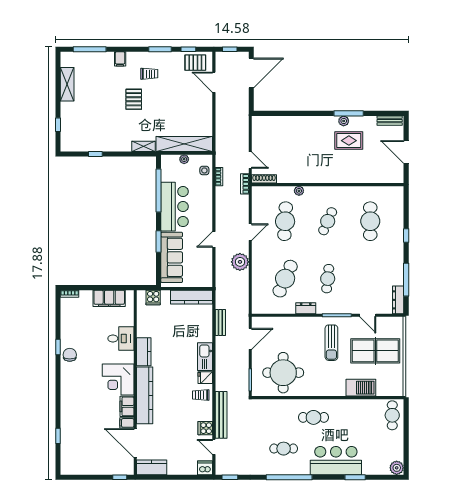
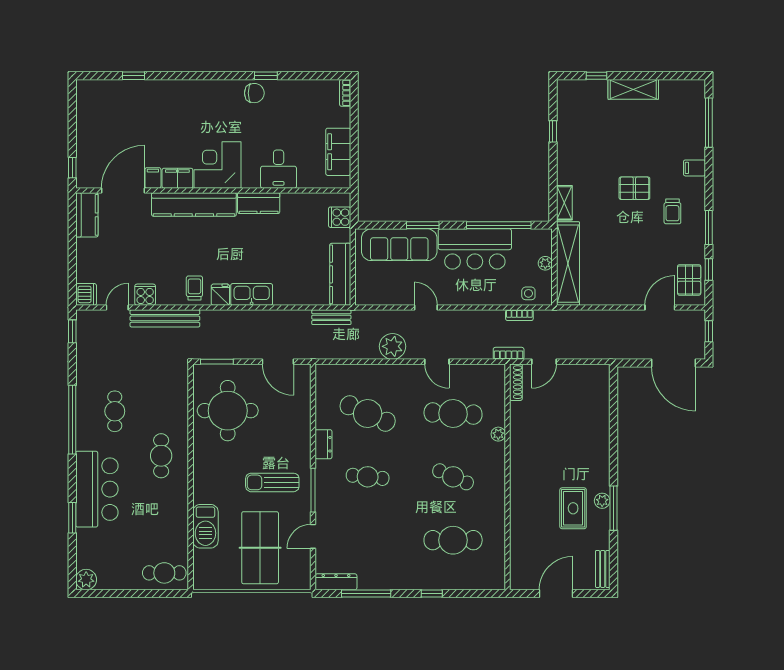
shelving: (67, 84) -> (633, 89), moved
bench: (220, 323) -> (331, 317), moved

